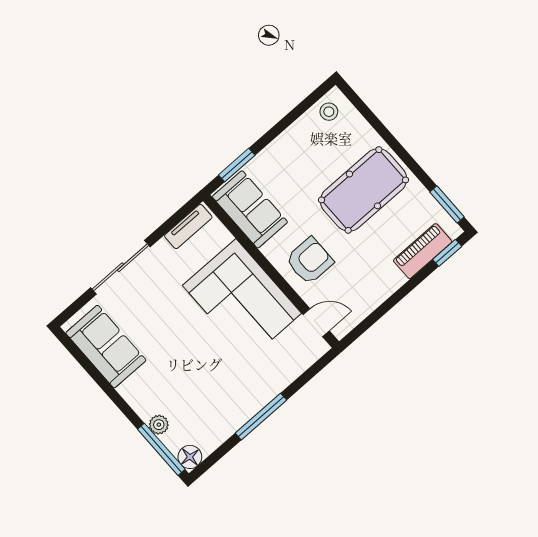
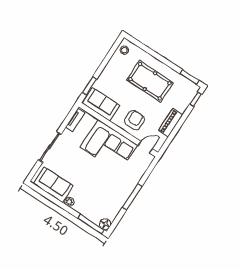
pool table: (363, 190) -> (150, 81), turned 90
piano: (423, 251) -> (171, 123), moved
plant: (159, 425) -> (69, 202), moved

